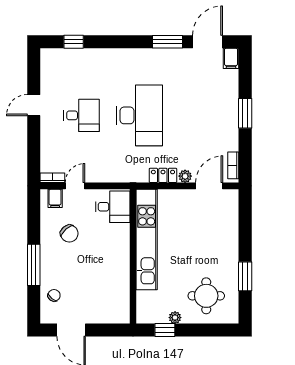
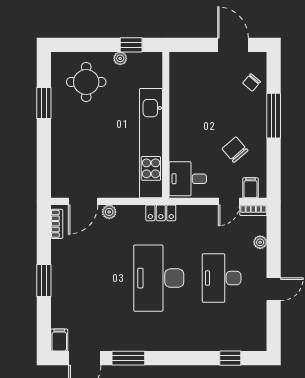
desk: (82, 115) -> (222, 278), width x1.37
plant: (46, 148) -> (260, 242), added
locker: (163, 175) -> (161, 213), moved

